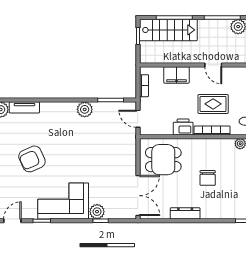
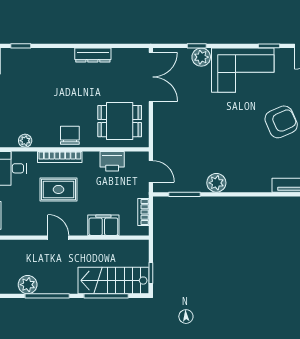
printer: (183, 127) -> (112, 161), moved
chair: (208, 178) -> (70, 135), moved
double door: (138, 196) -> (151, 77), swing flipped

